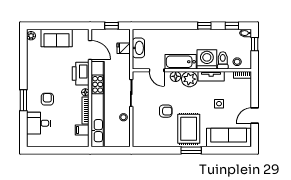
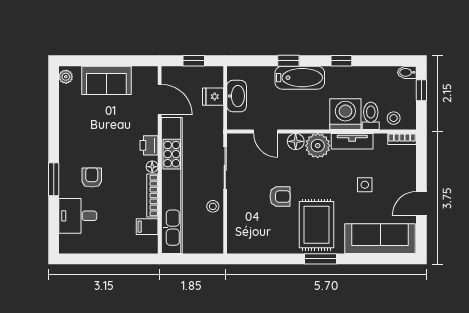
window: (232, 26) -> (288, 61), moved
bathtub: (181, 62) -> (300, 78), moved, turned 180
printer: (81, 74) -> (149, 145), width x0.53, depth x0.68

